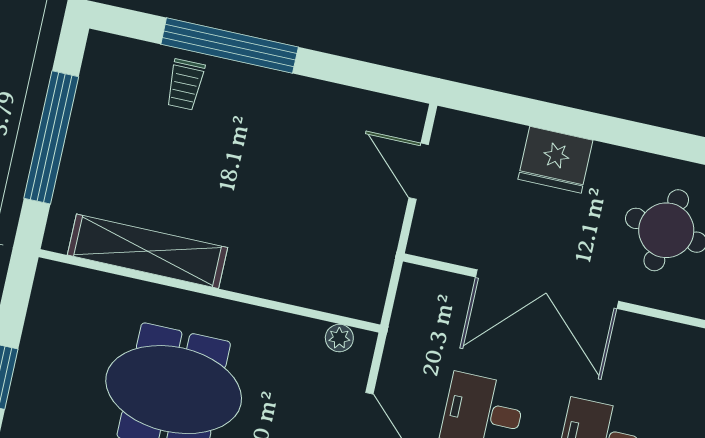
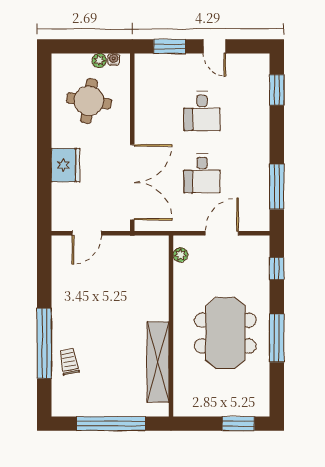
trolley: (185, 84) -> (69, 362), turned -101
double door: (547, 289) -> (132, 182), moved

